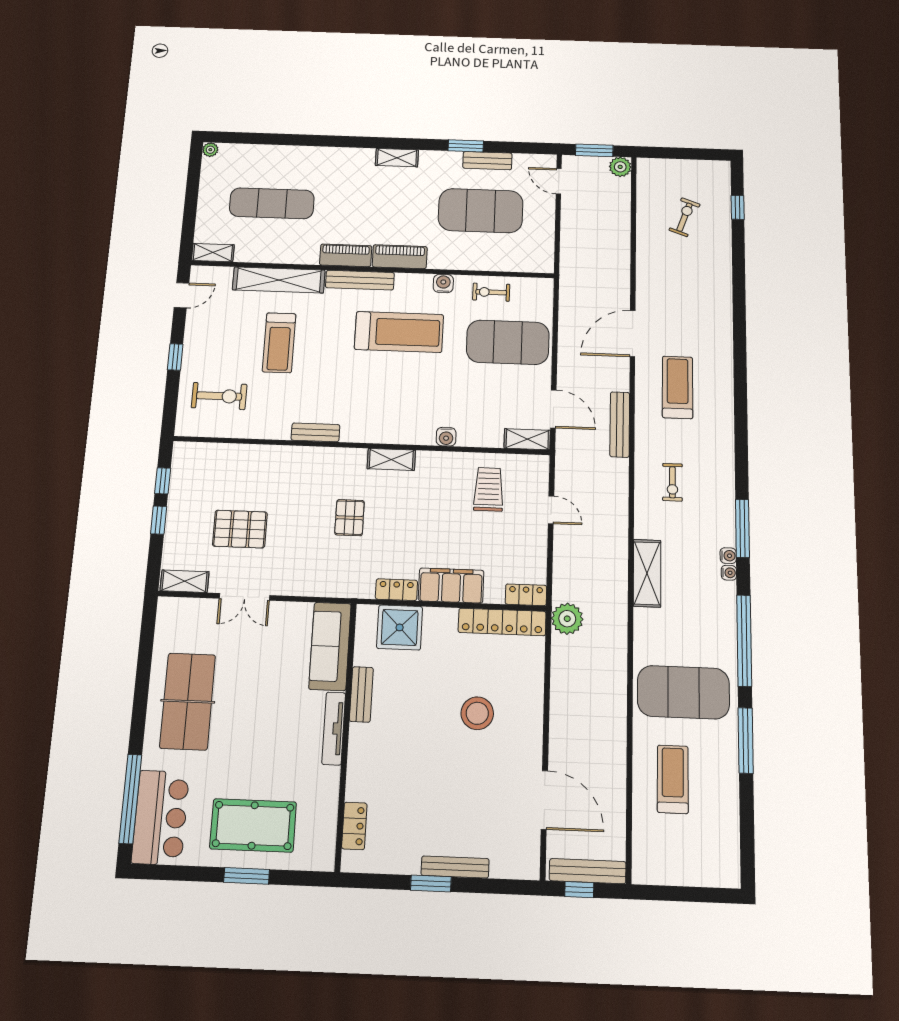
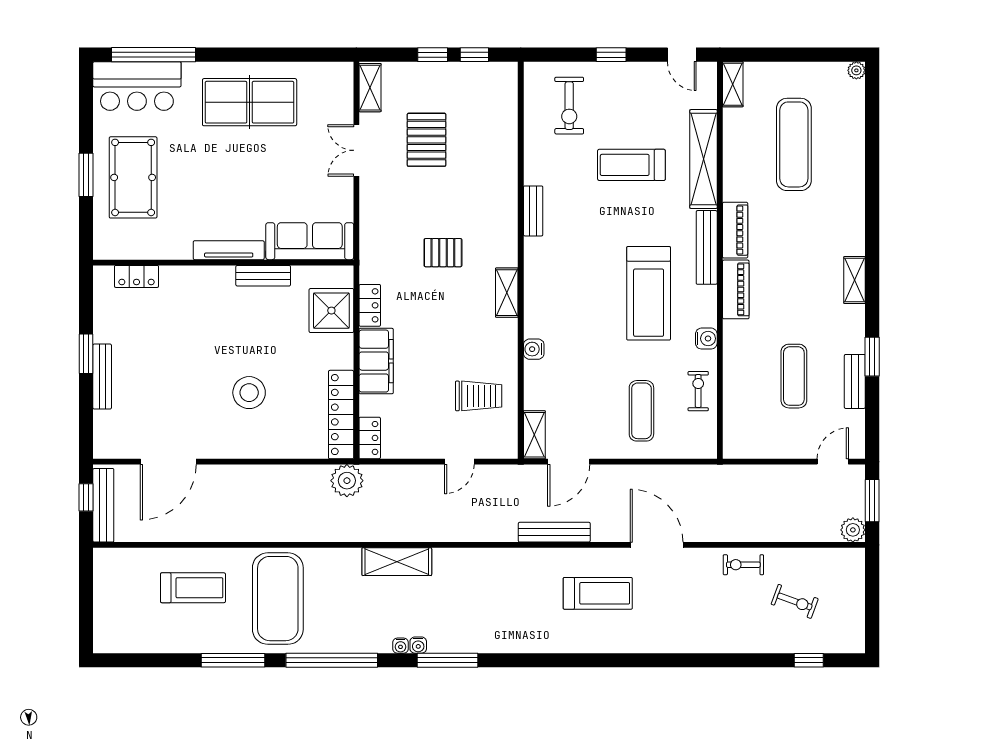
exercise mat: (481, 211) -> (794, 376), width x0.50, depth x0.69
exercise mat: (508, 342) -> (641, 411), width x0.50, depth x0.69
exercise bike: (672, 482) -> (743, 565), moved

